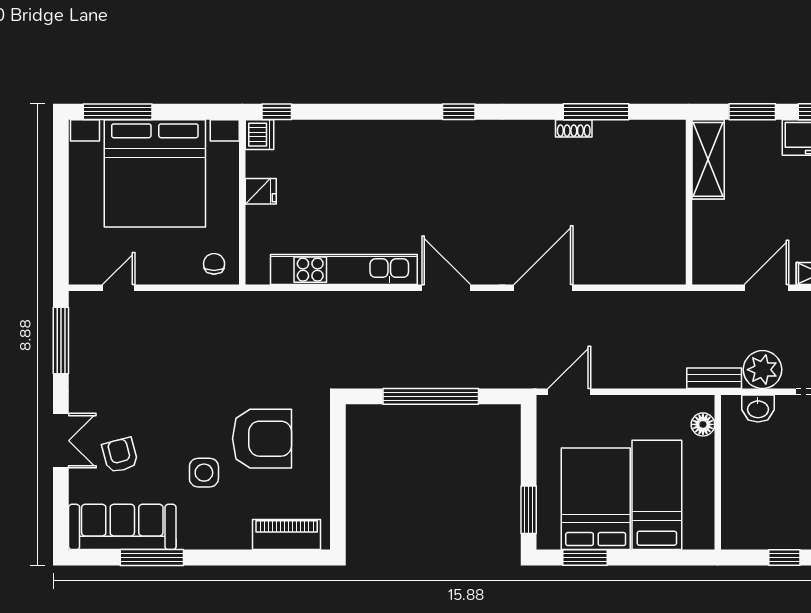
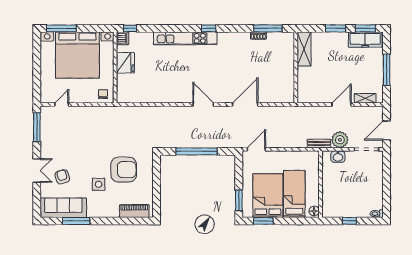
shelving: (708, 159) -> (304, 49), moved
fridge: (261, 191) -> (125, 63), width x1.88, depth x1.34
wall: (689, 202) -> (296, 67), moved
kitchen unit: (344, 270) -> (185, 38), moved, turned 180
floor lamp: (703, 424) -> (314, 211), moved

